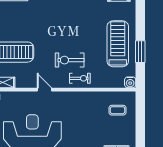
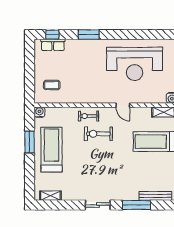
treadmill: (118, 44) -> (52, 150), turned 180
exercise bike: (70, 60) -> (98, 134), turned 180

